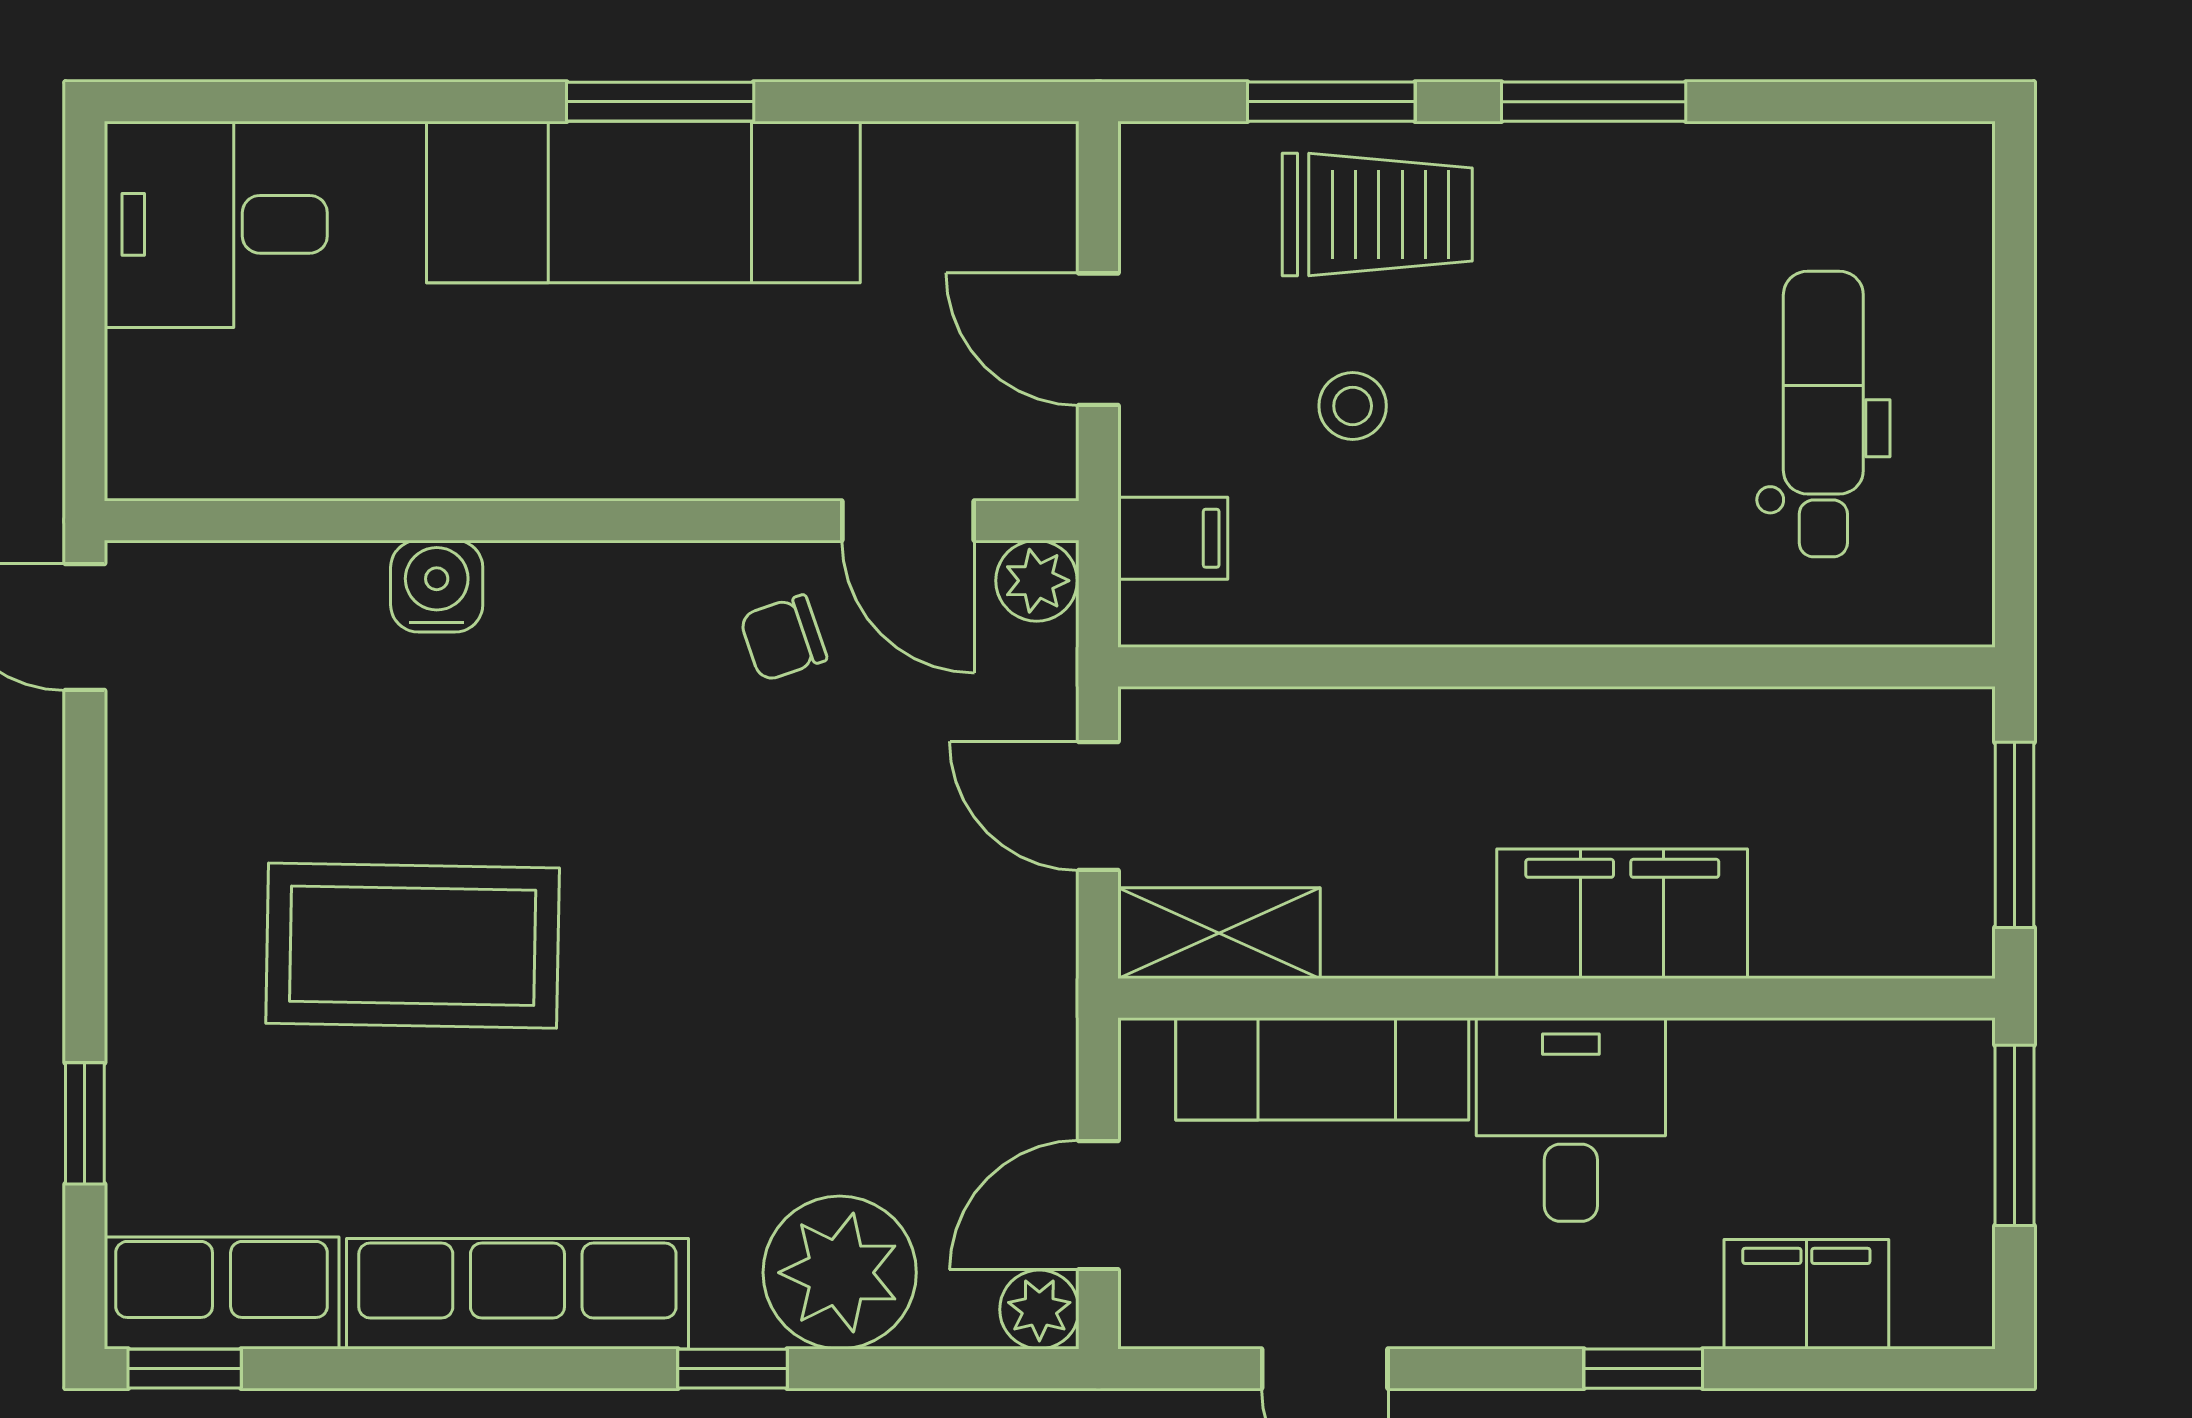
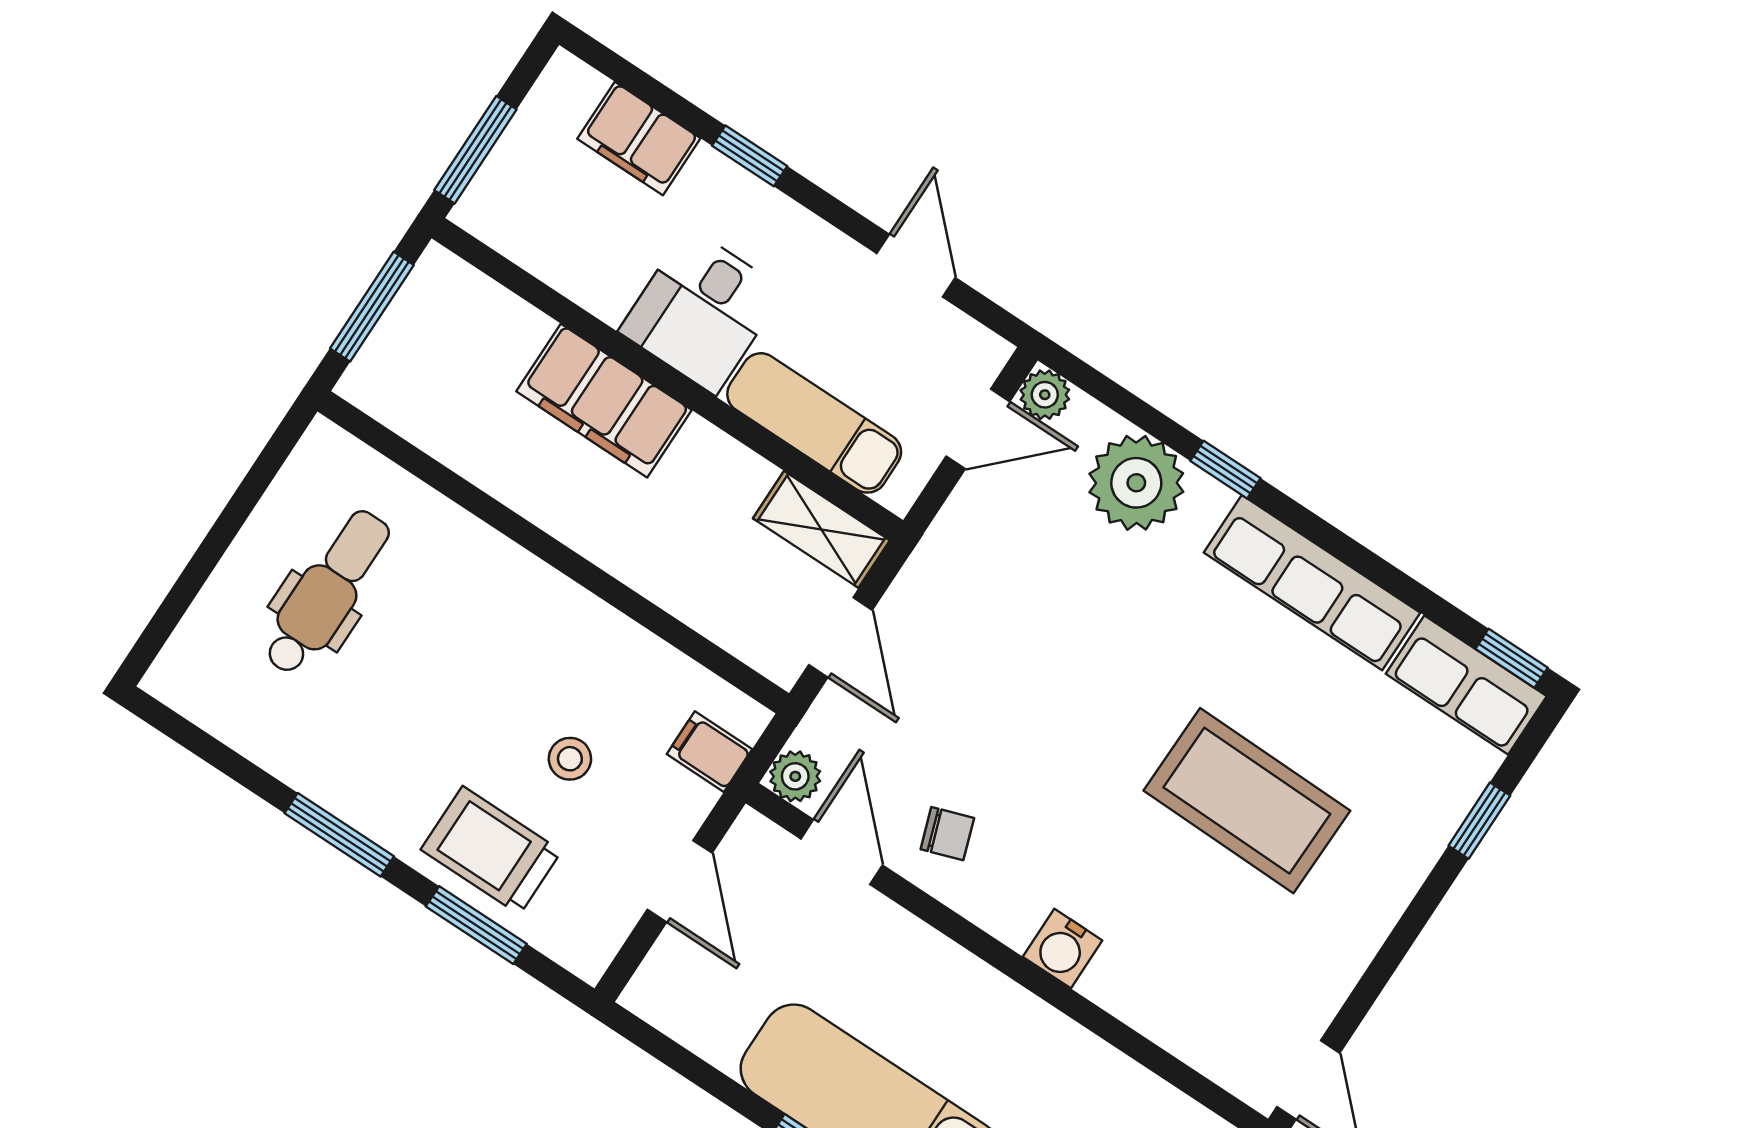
dental chair: (1823, 414) -> (327, 592), turned 180
water cooler: (437, 586) -> (1063, 949), moved

